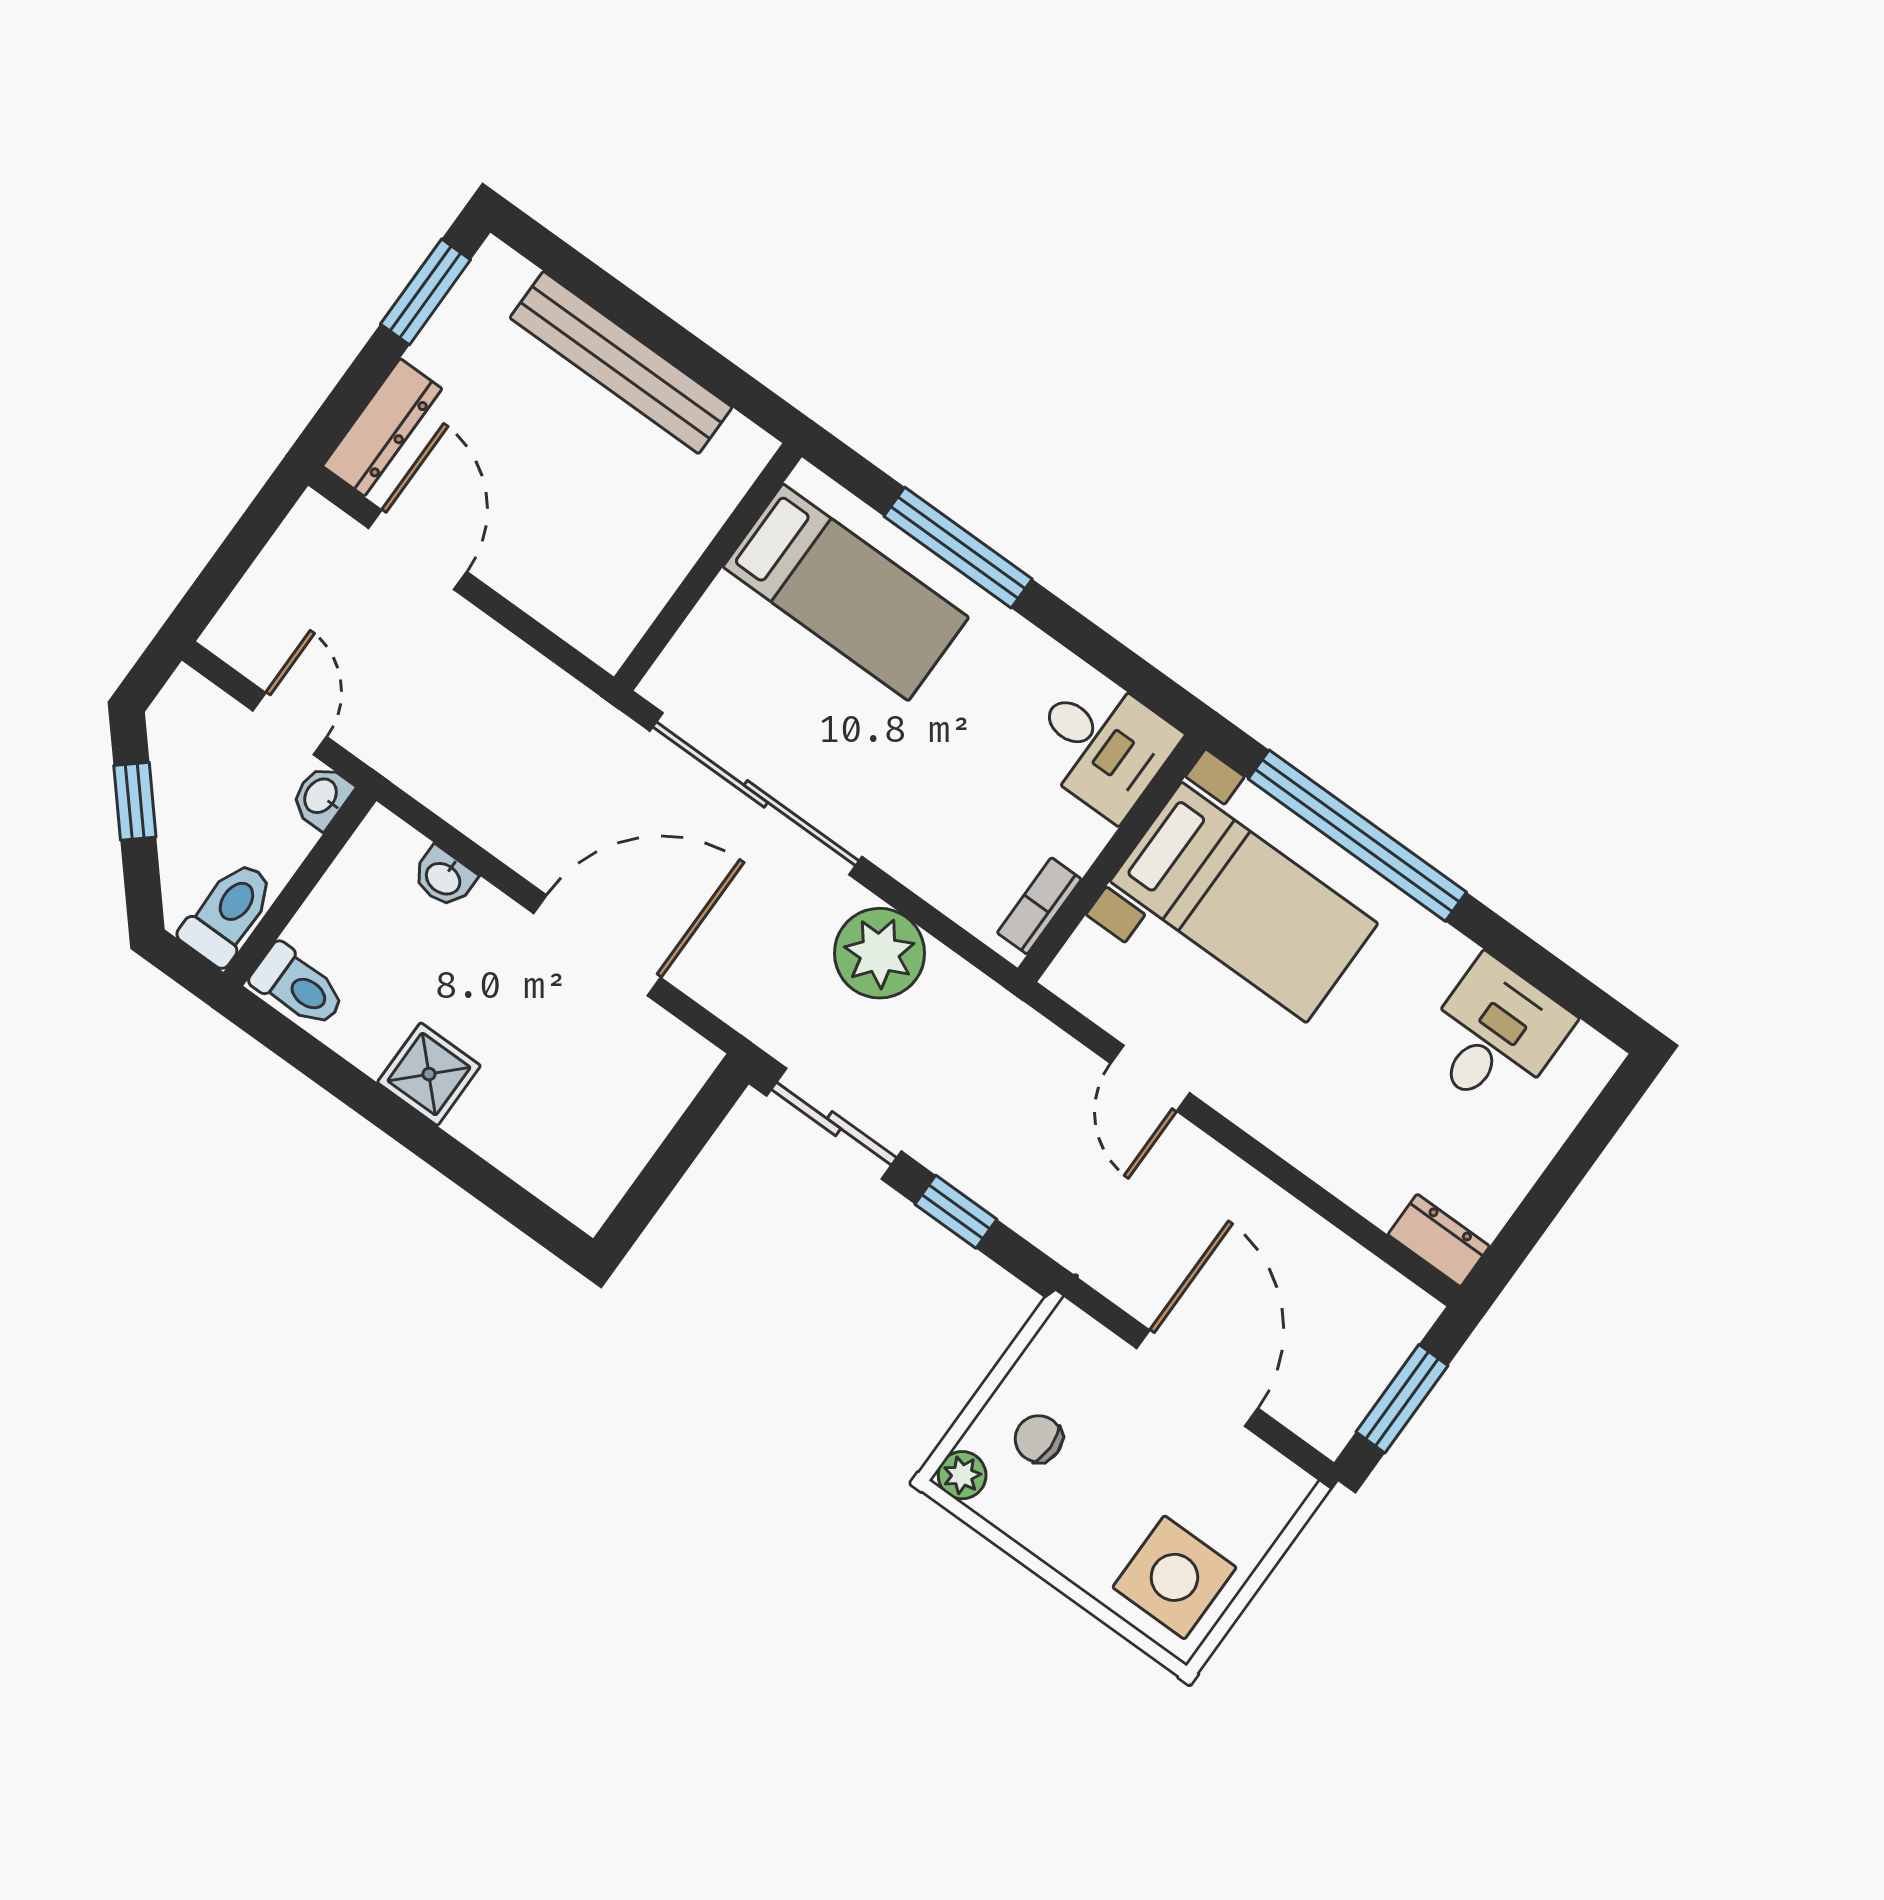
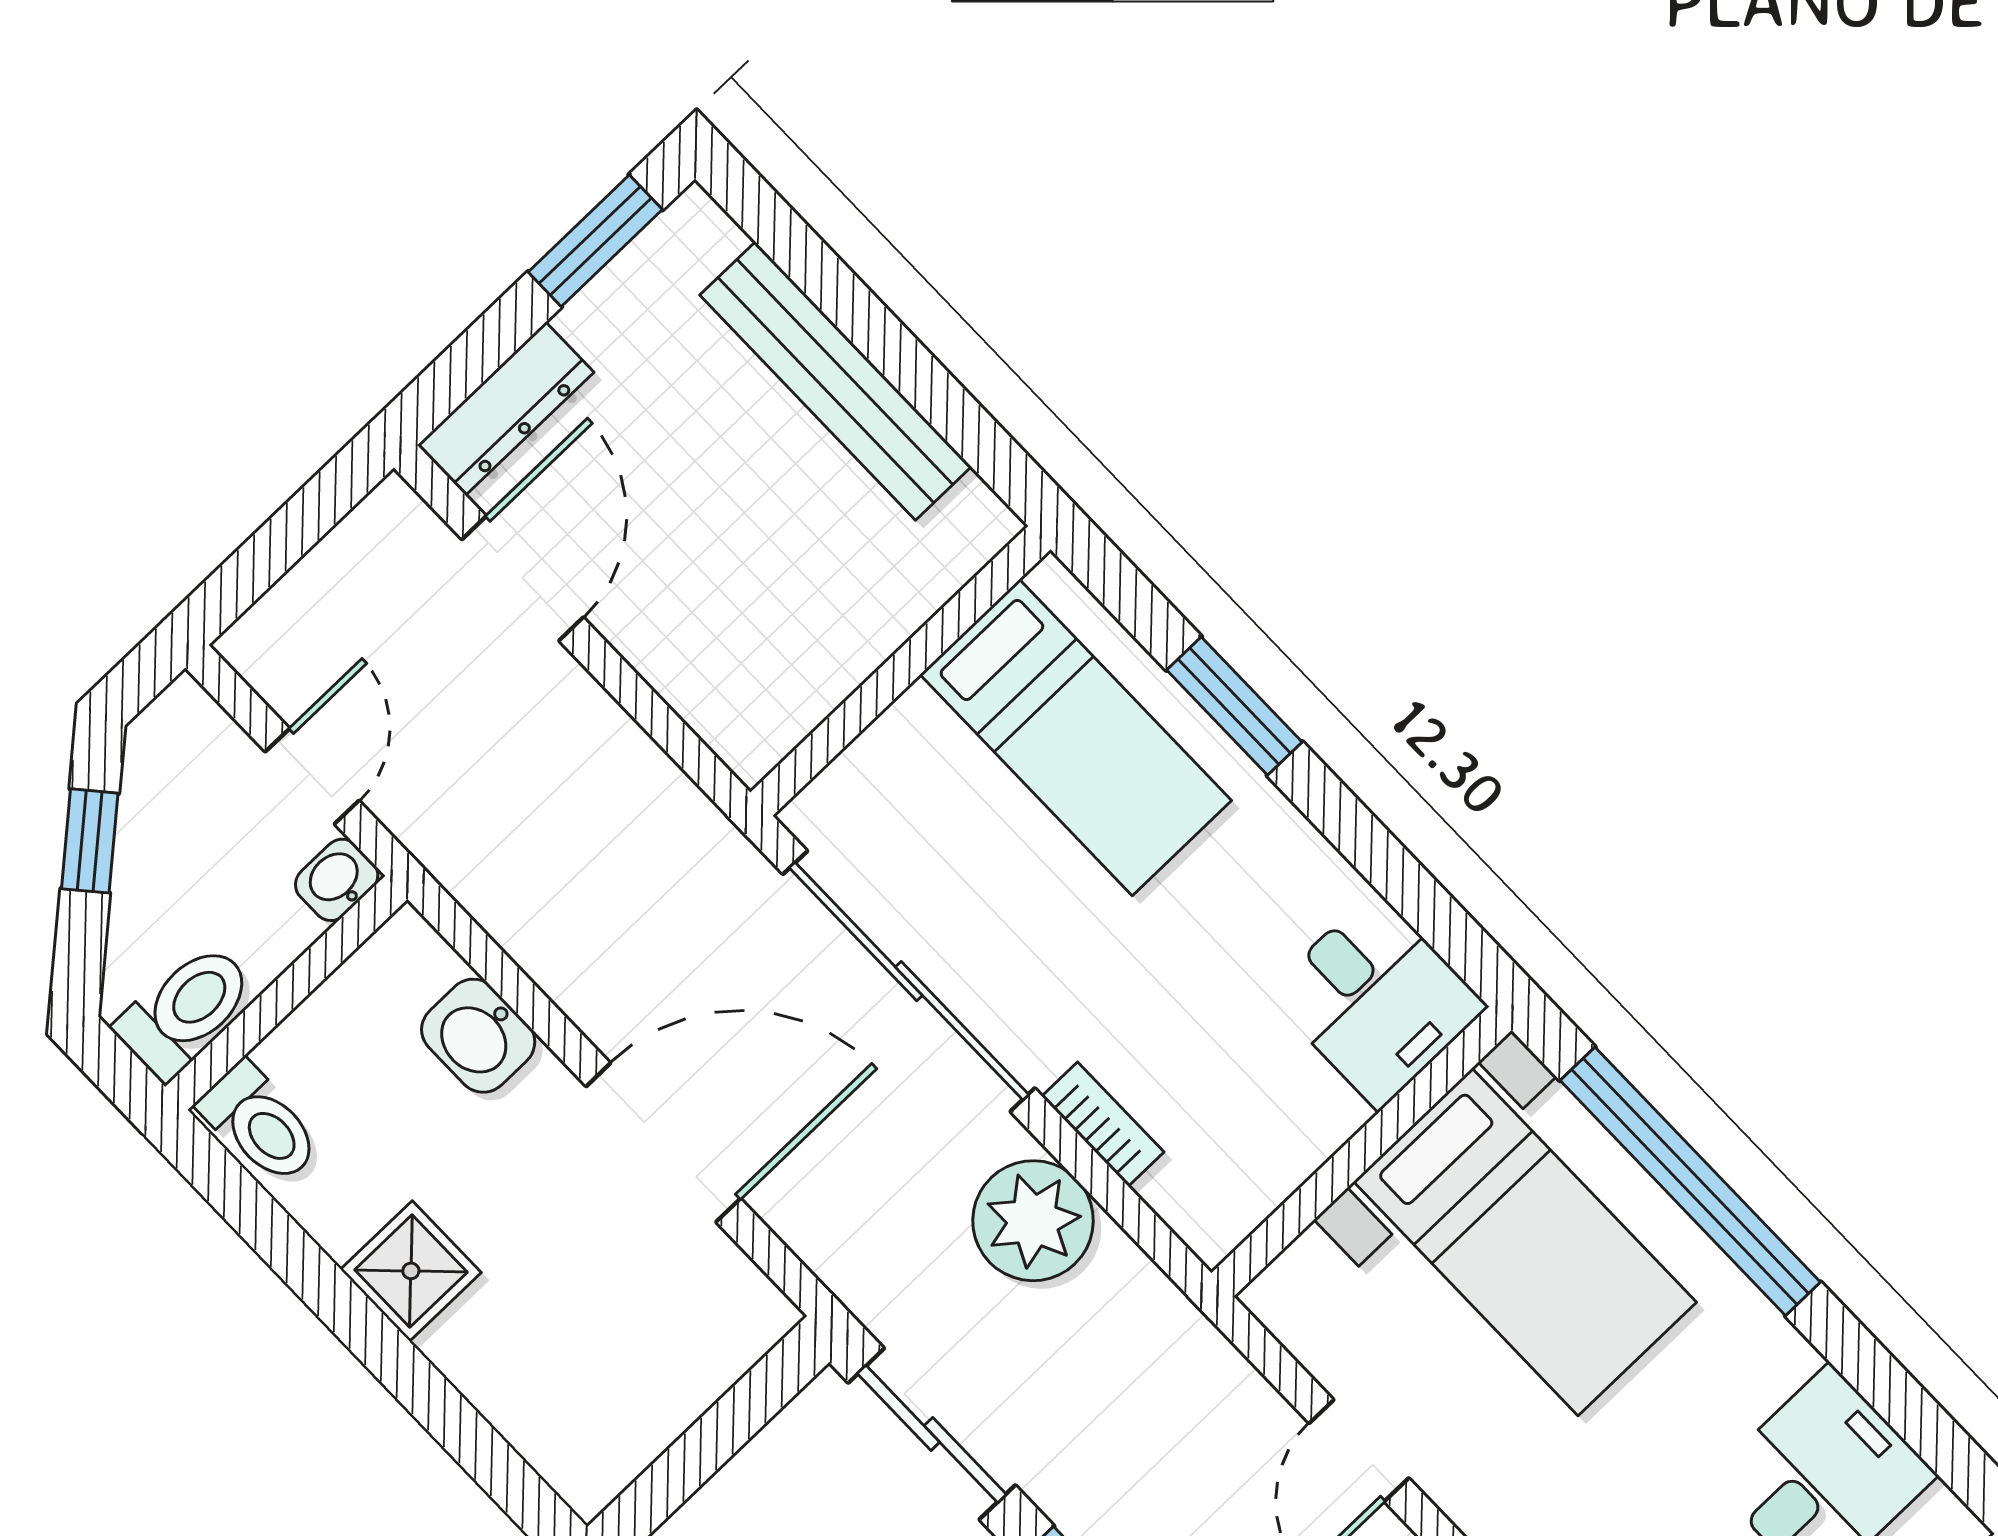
window: (958, 548) -> (1234, 706), width x0.69
washbasin: (444, 878) -> (478, 1036), width x1.38, depth x1.45
bookcase: (1039, 906) -> (1103, 1124), moved, turned 90

